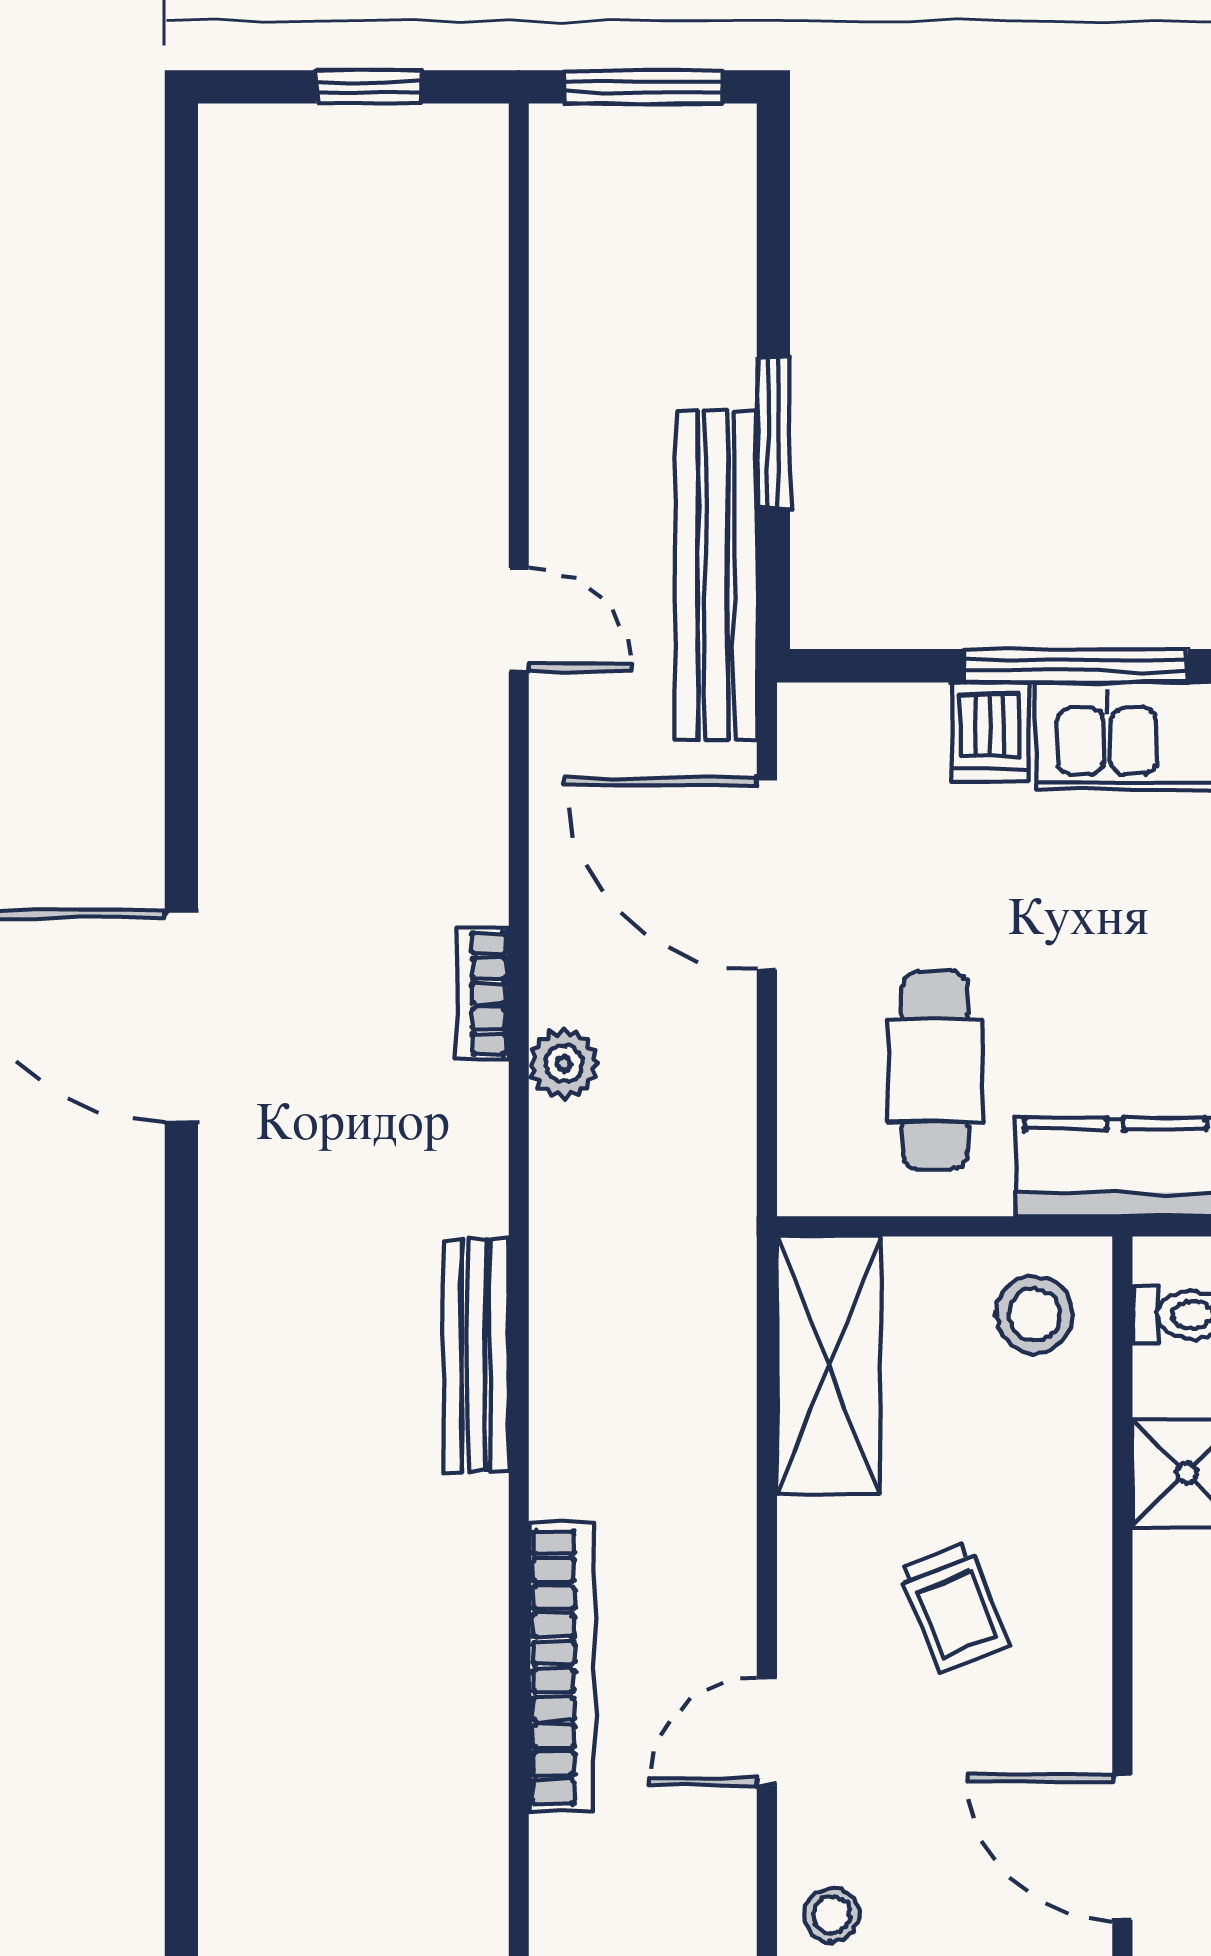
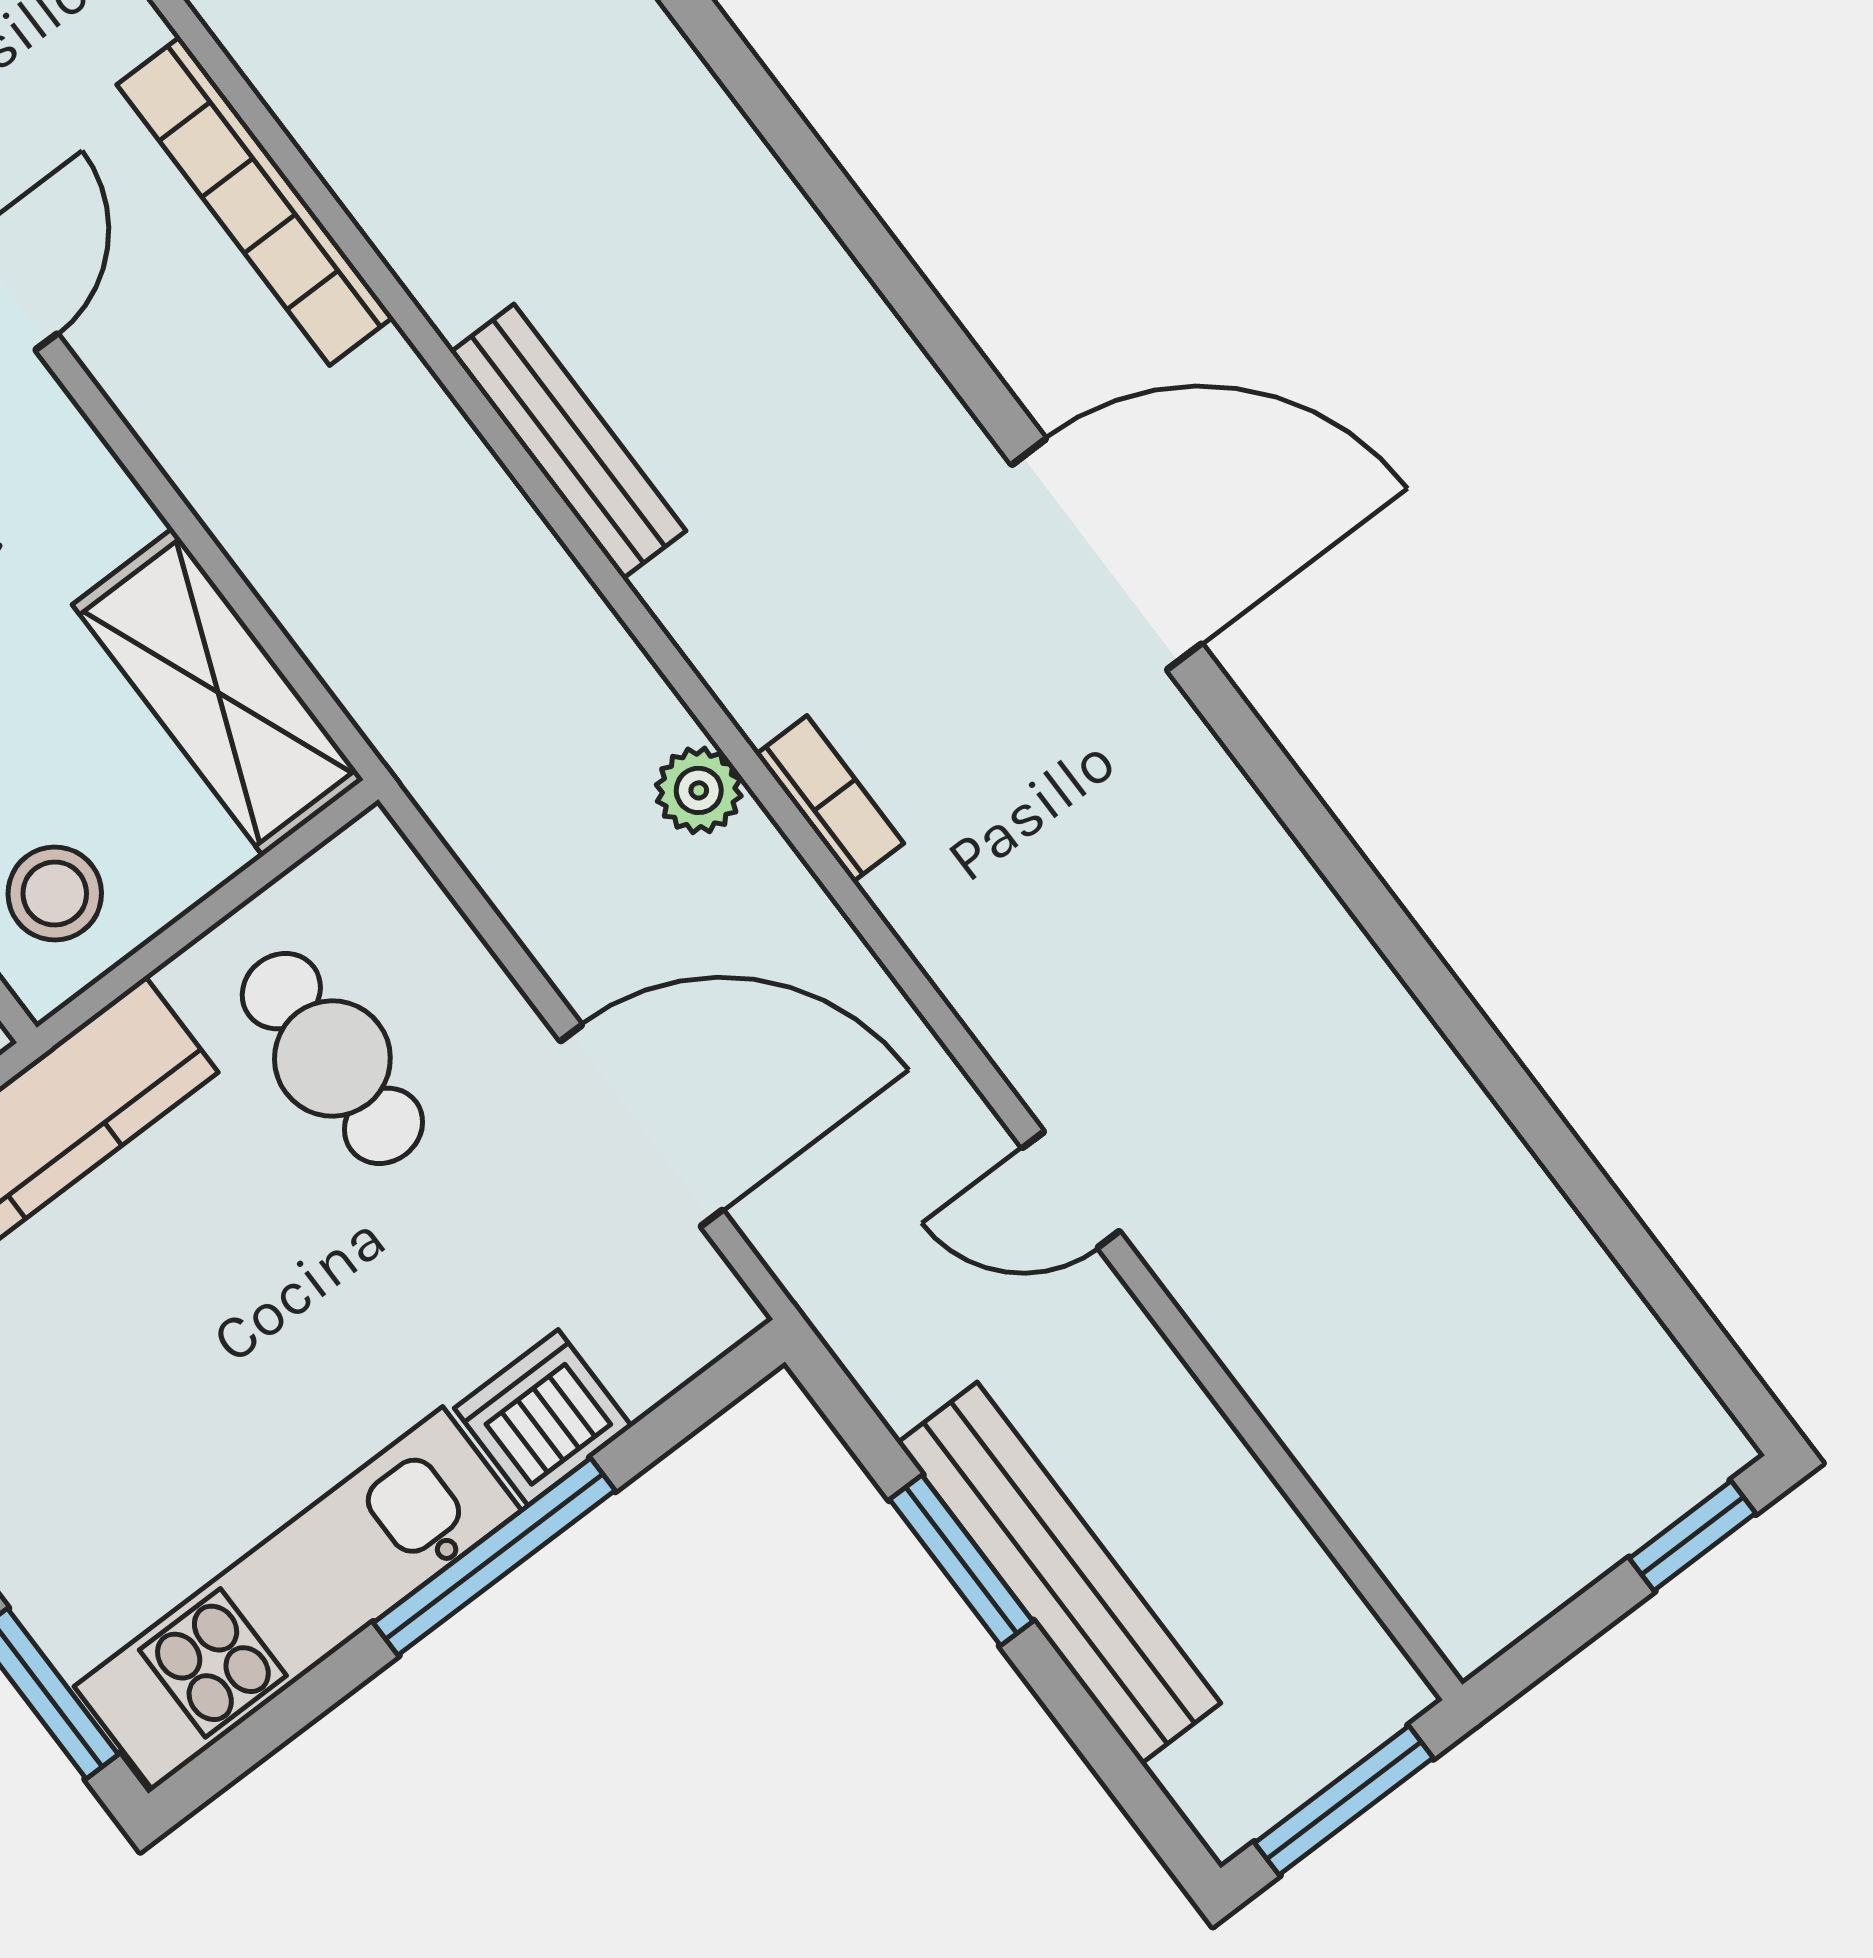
window: (369, 87) -> (1693, 1536), moved
bench: (716, 575) -> (1059, 1573), moved
dishwasher: (990, 732) -> (543, 1417), width x1.38

